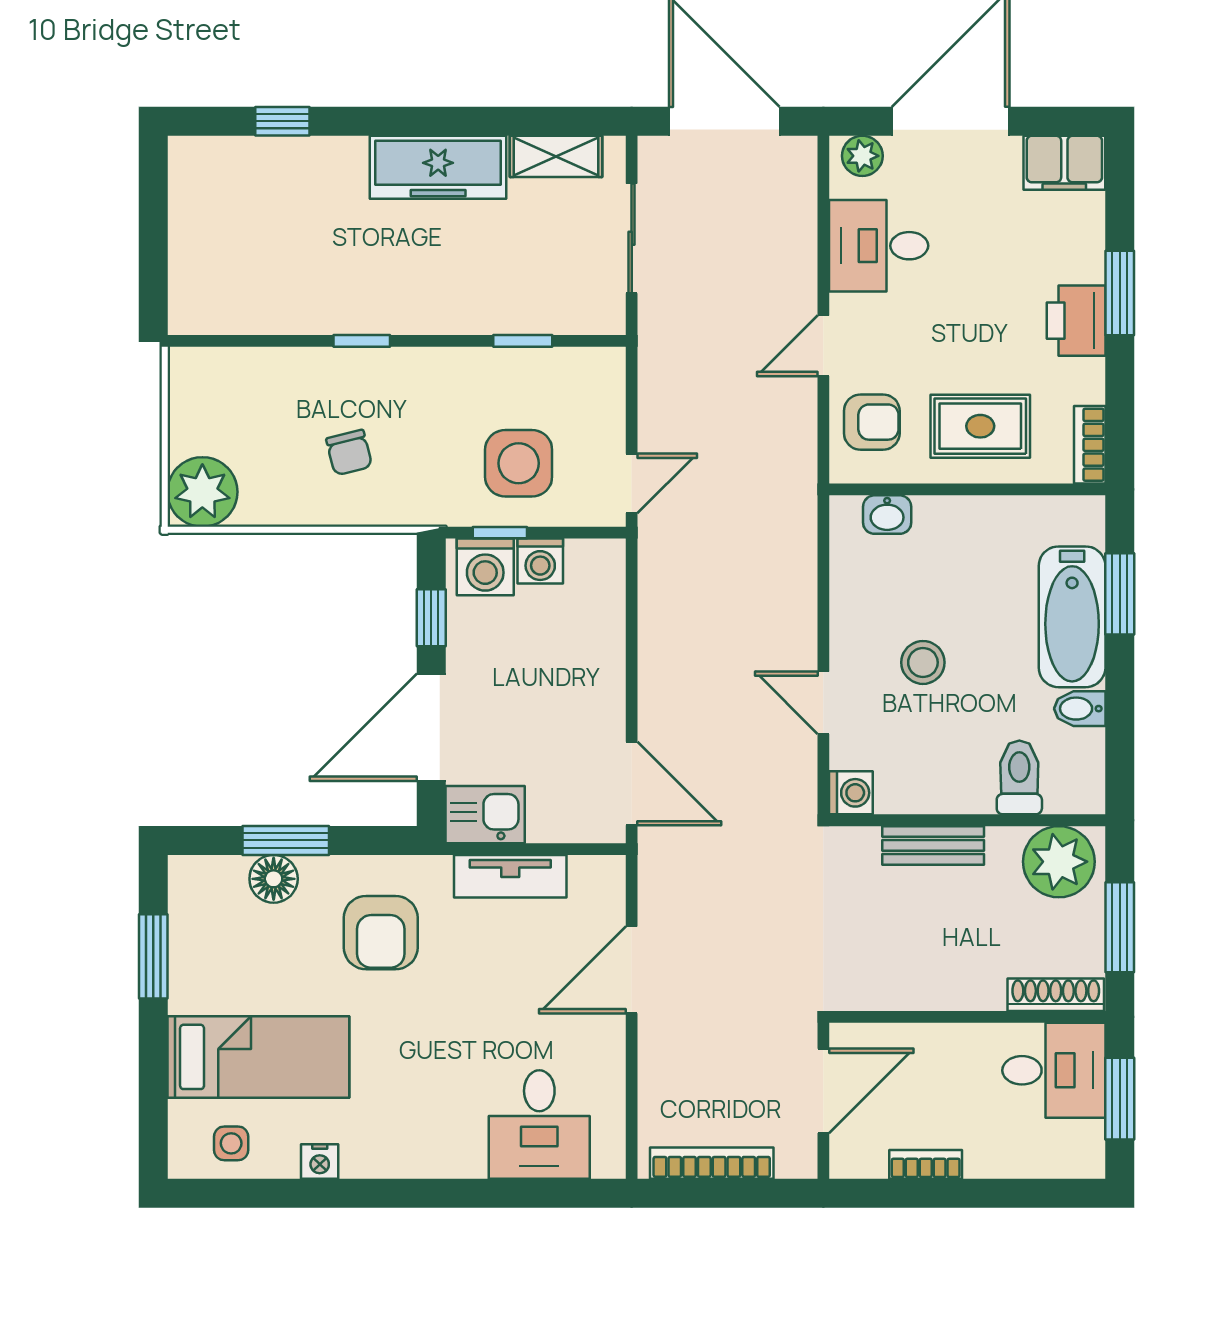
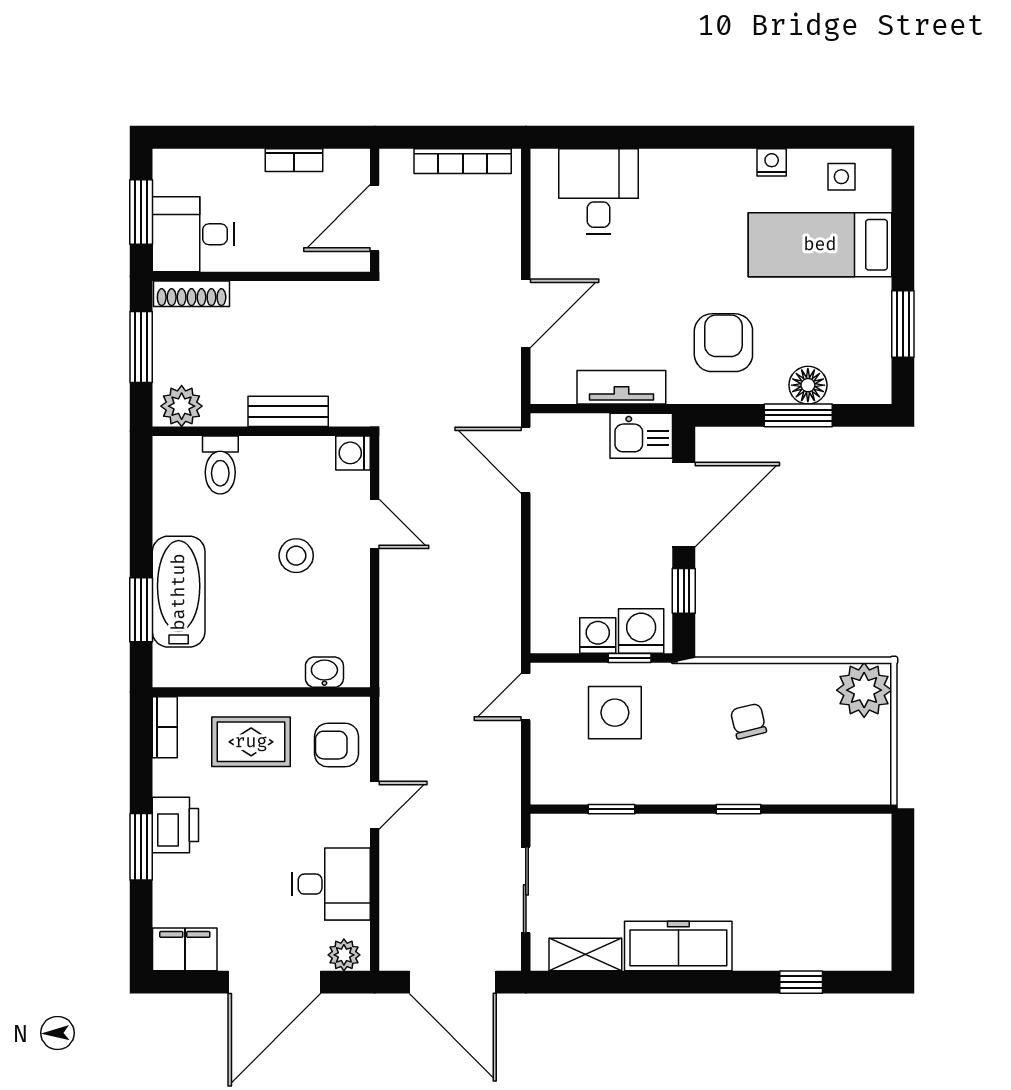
bidet: (1080, 709) -> (173, 519), removed
plant: (1059, 862) -> (182, 406), width x0.73, depth x0.73

